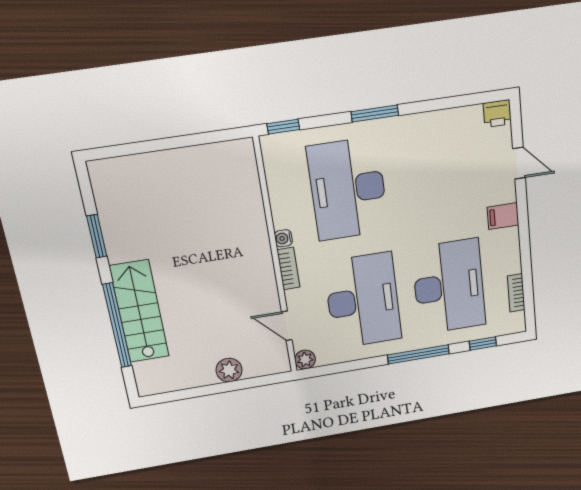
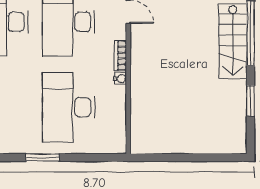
window: (283, 127) -> (108, 158), removed
desk: (348, 189) -> (69, 107), turned 180

